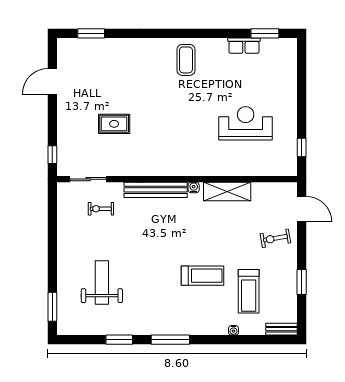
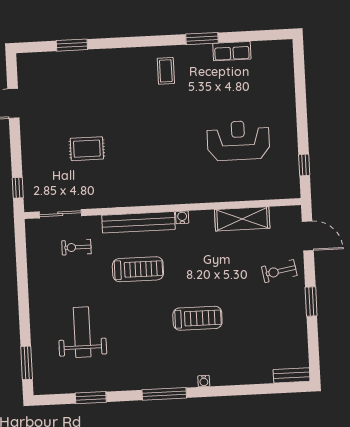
window: (91, 33) -> (72, 45), moved
window: (265, 33) -> (202, 39), moved
coffee table: (186, 60) -> (166, 71), width x0.73, depth x0.77
shelving: (227, 191) -> (242, 219), moved
window: (302, 282) -> (311, 302), moved
treadmill: (249, 291) -> (138, 269), moved, turned -90
water cooler: (233, 330) -> (204, 381), moved
window: (119, 340) -> (91, 398), moved

